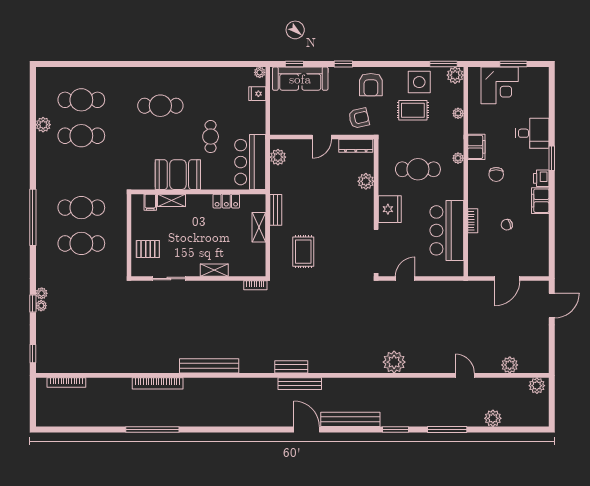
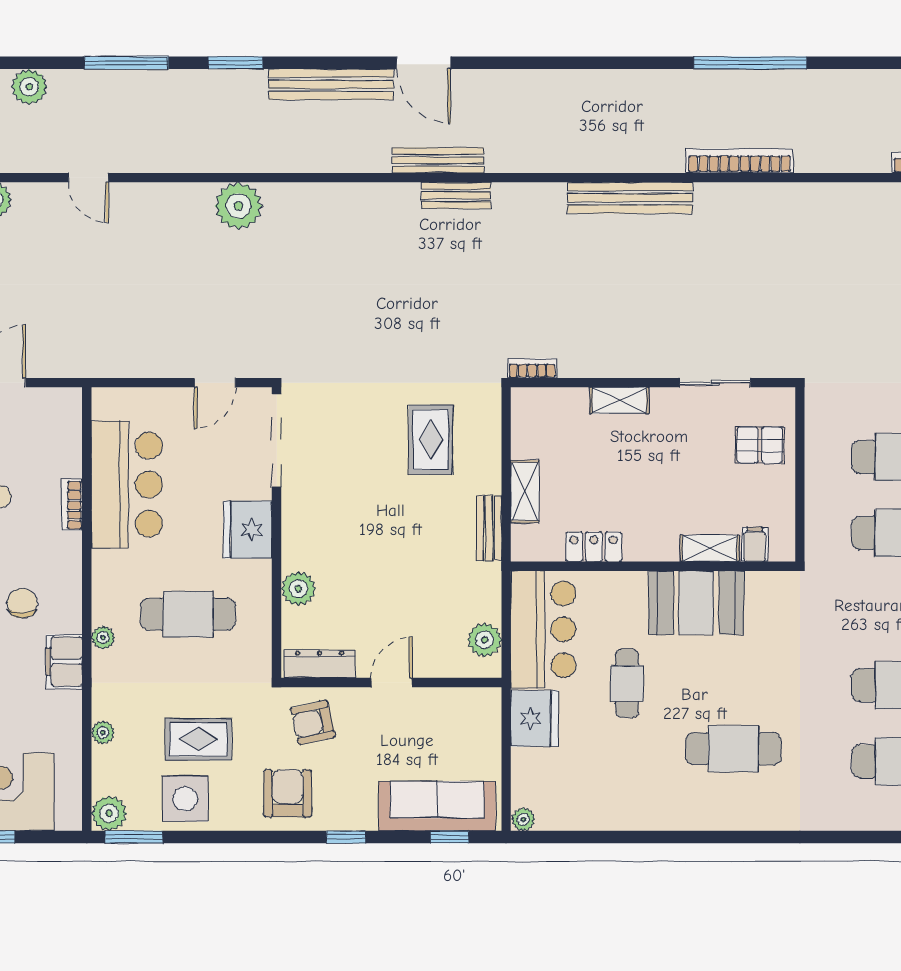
fridge: (257, 94) -> (534, 719), moved, width x1.88, depth x1.34

